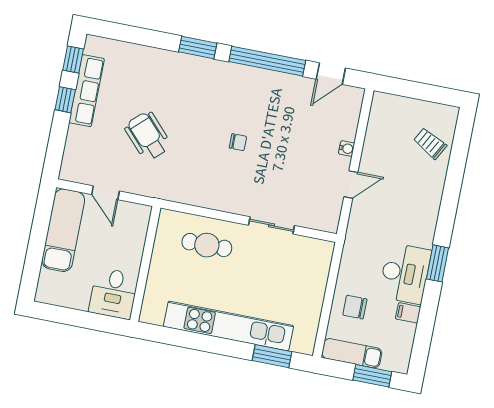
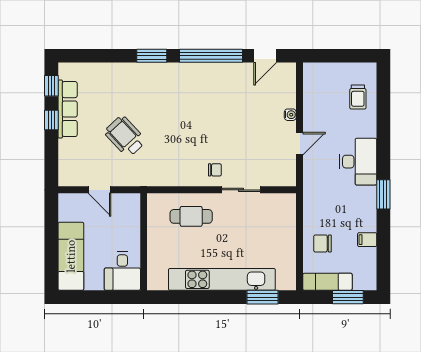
chair: (238, 142) -> (215, 170), moved
trolley: (430, 143) -> (358, 97), turned -119
exam couch: (63, 230) -> (71, 256), moved
desk: (405, 273) -> (358, 162), moved

